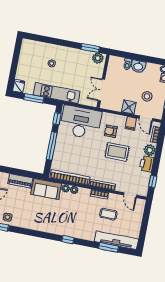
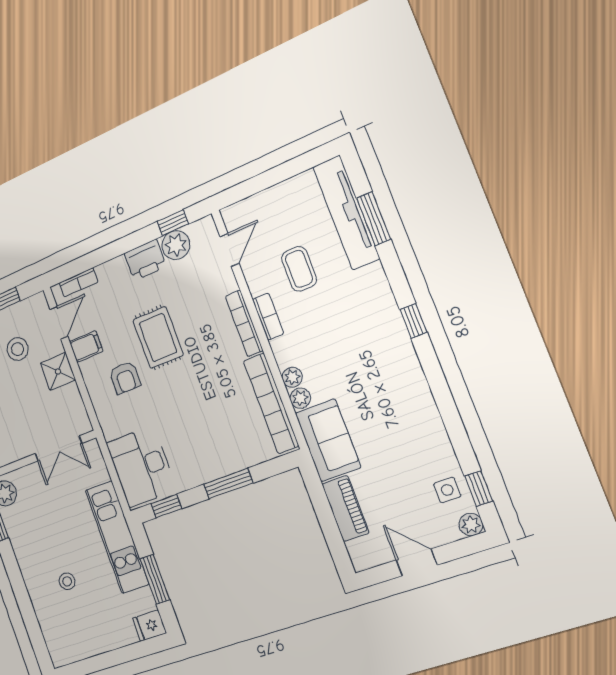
desk: (81, 122) -> (141, 467), width x0.73, depth x0.77
window: (52, 146) -> (228, 484), width x0.69
plant: (150, 150) -> (176, 245), moved

